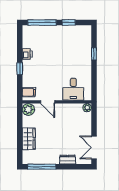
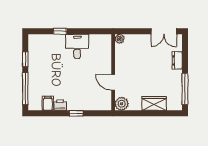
desk: (73, 89) -> (77, 46), moved, turned -90
filing cabinet: (29, 92) -> (48, 103), moved
door: (48, 102) -> (113, 82), swing flipped

